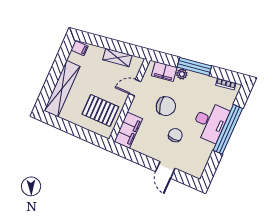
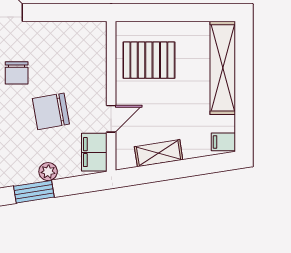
window: (194, 67) -> (34, 192), width x0.69
filing cabinet: (164, 72) -> (94, 152), moved, turned -81
filing cabinet: (128, 130) -> (93, 49), removed

